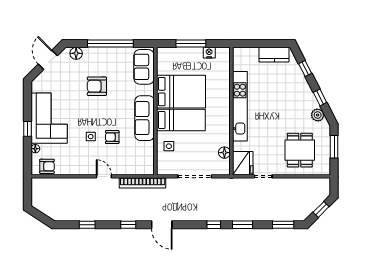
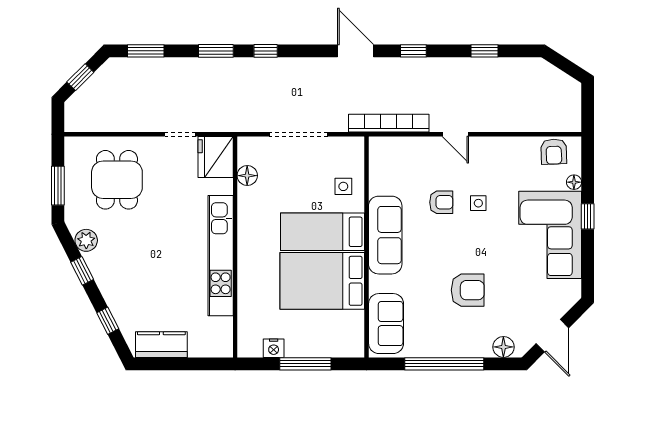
armchair: (47, 166) -> (554, 152), turned -92

